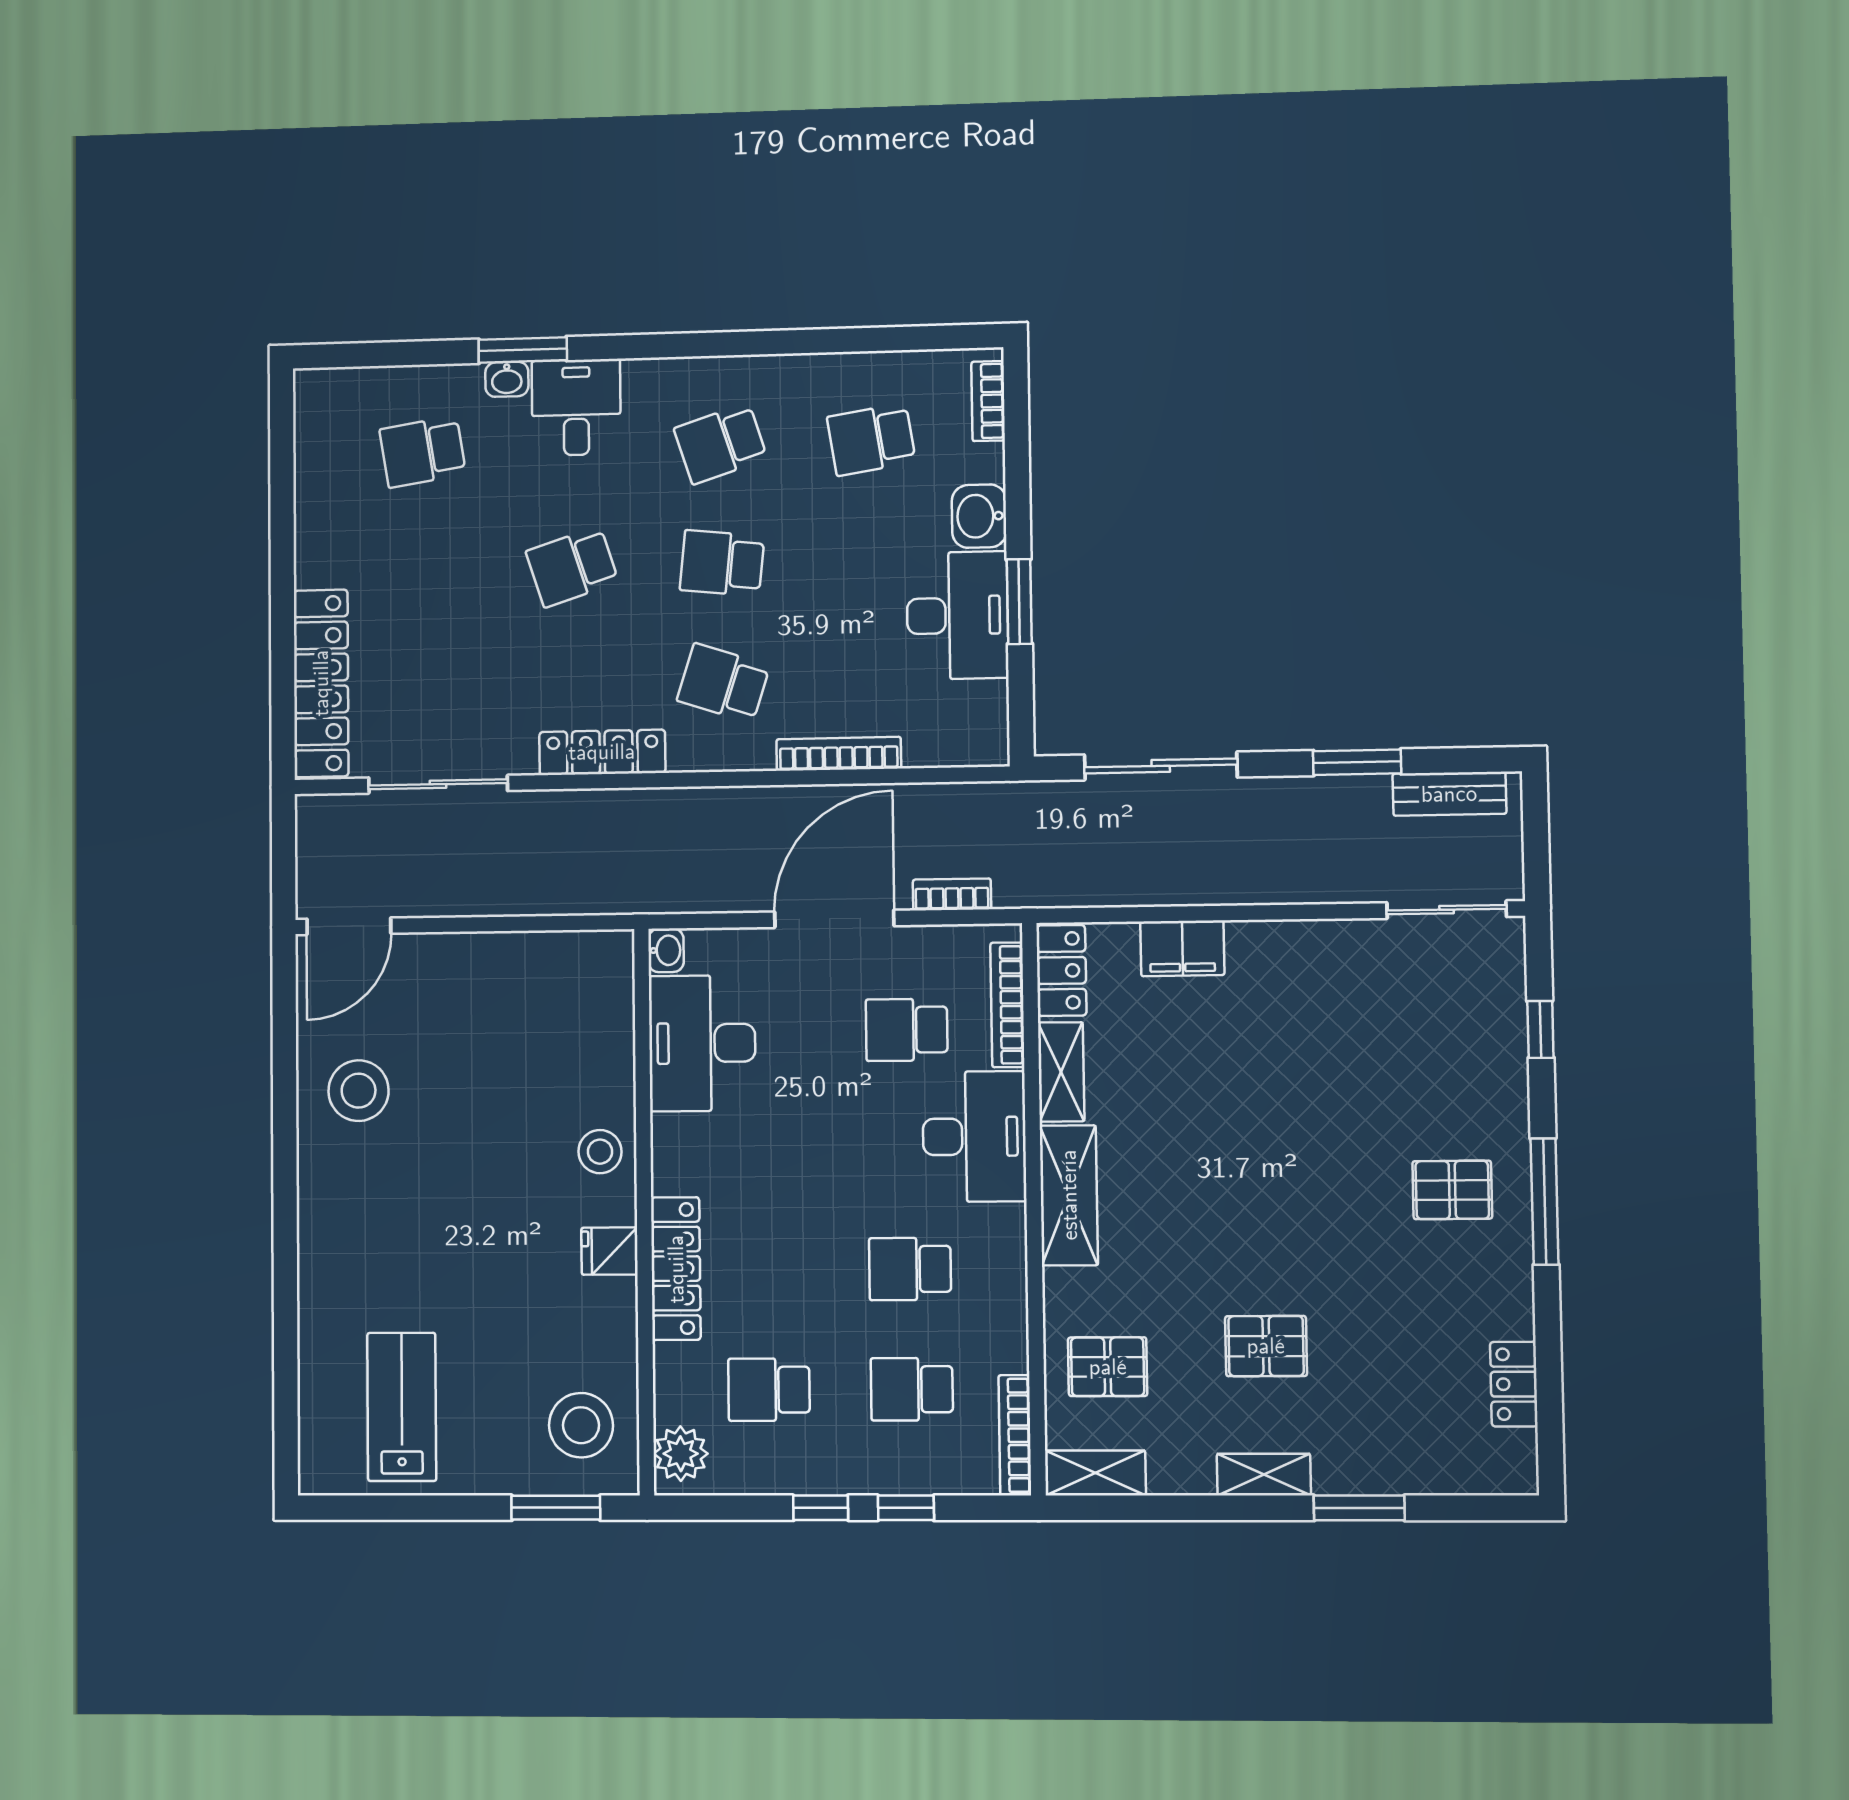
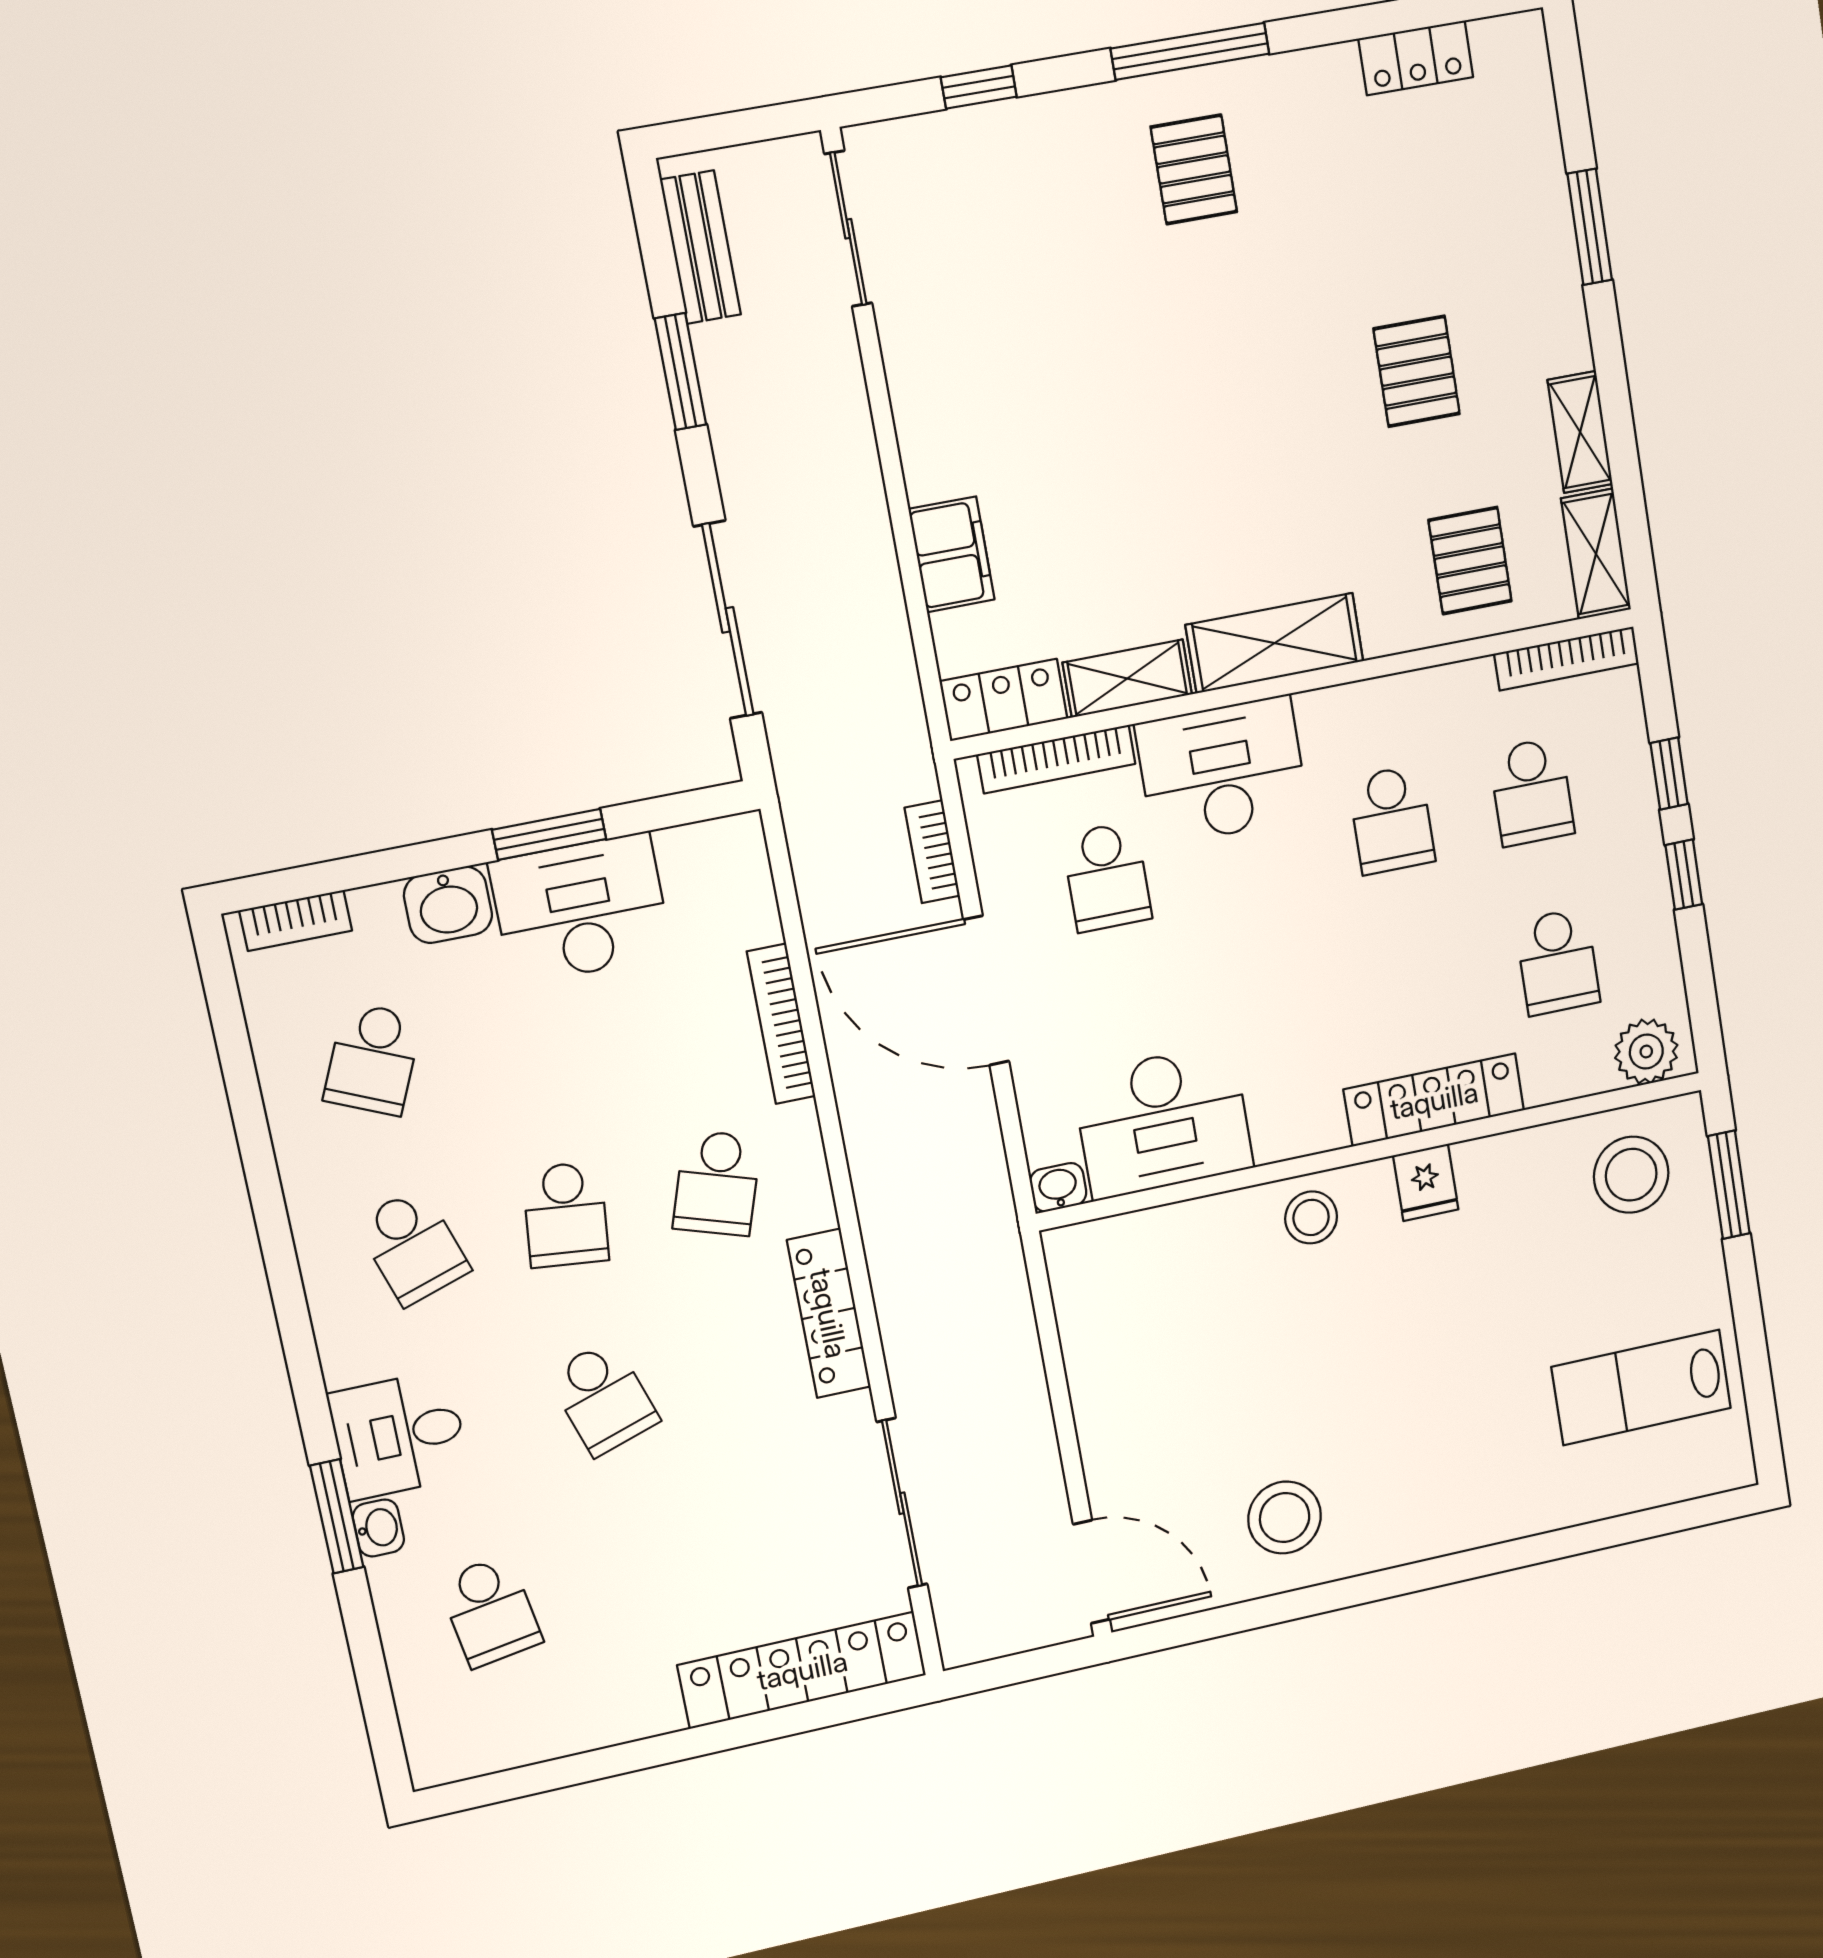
school desk: (871, 439) -> (373, 1059), turned 33
shelving: (1264, 1475) -> (1580, 432), moved

